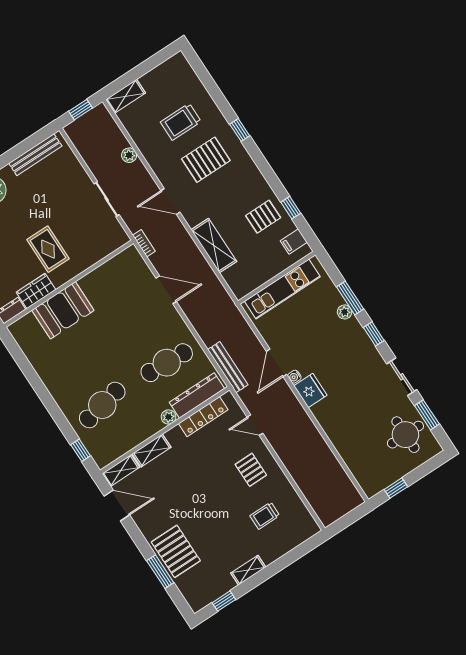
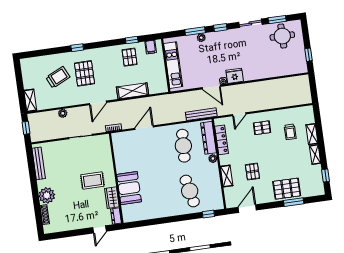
trolley: (181, 122) -> (58, 77), turned -115
shelving: (121, 470) -> (312, 134), moved
pallet: (177, 487) -> (252, 172), added

